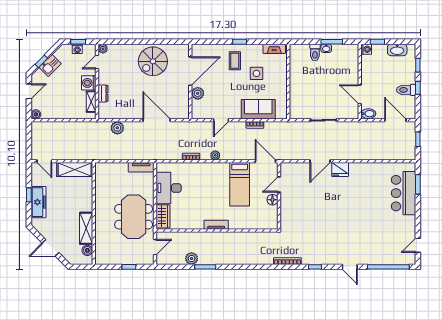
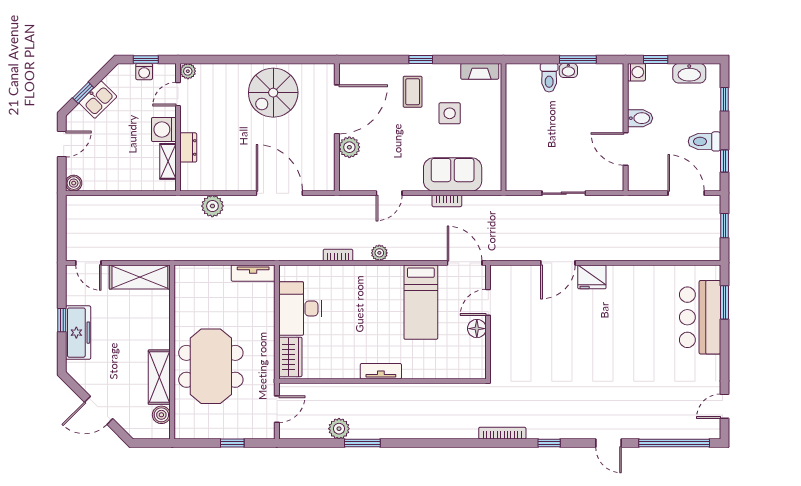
window: (418, 88) -> (724, 161), moved
bidet: (368, 114) -> (640, 118), moved
meeting table: (134, 217) -> (211, 366), moved

